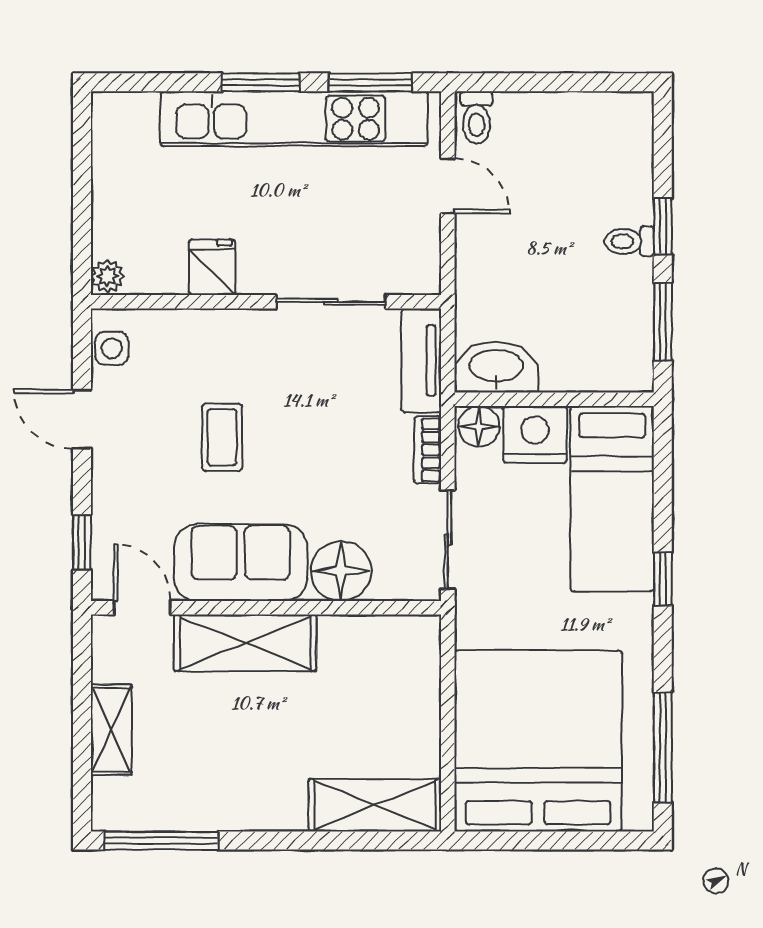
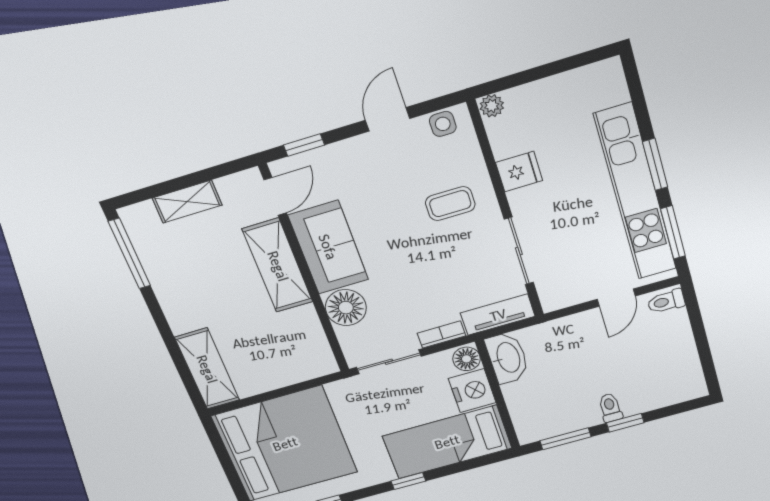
coffee table: (222, 437) -> (450, 204), moved

